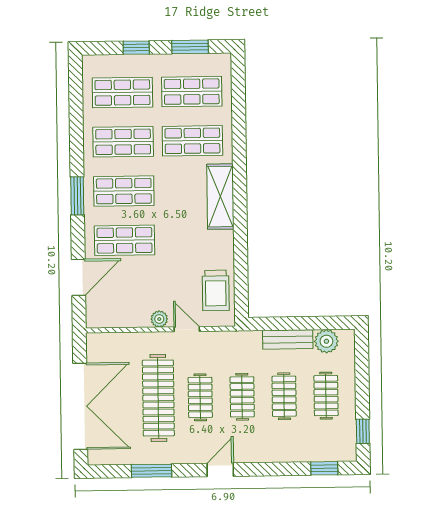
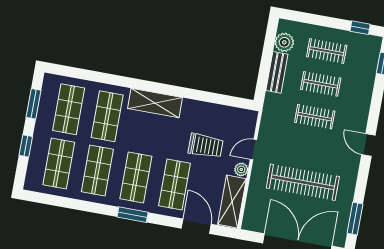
trolley: (216, 290) -> (206, 146), moved
shelving: (118, 315) -> (232, 202), added
clothes rail: (200, 397) -> (309, 149), removed
window: (151, 471) -> (355, 219), moved

